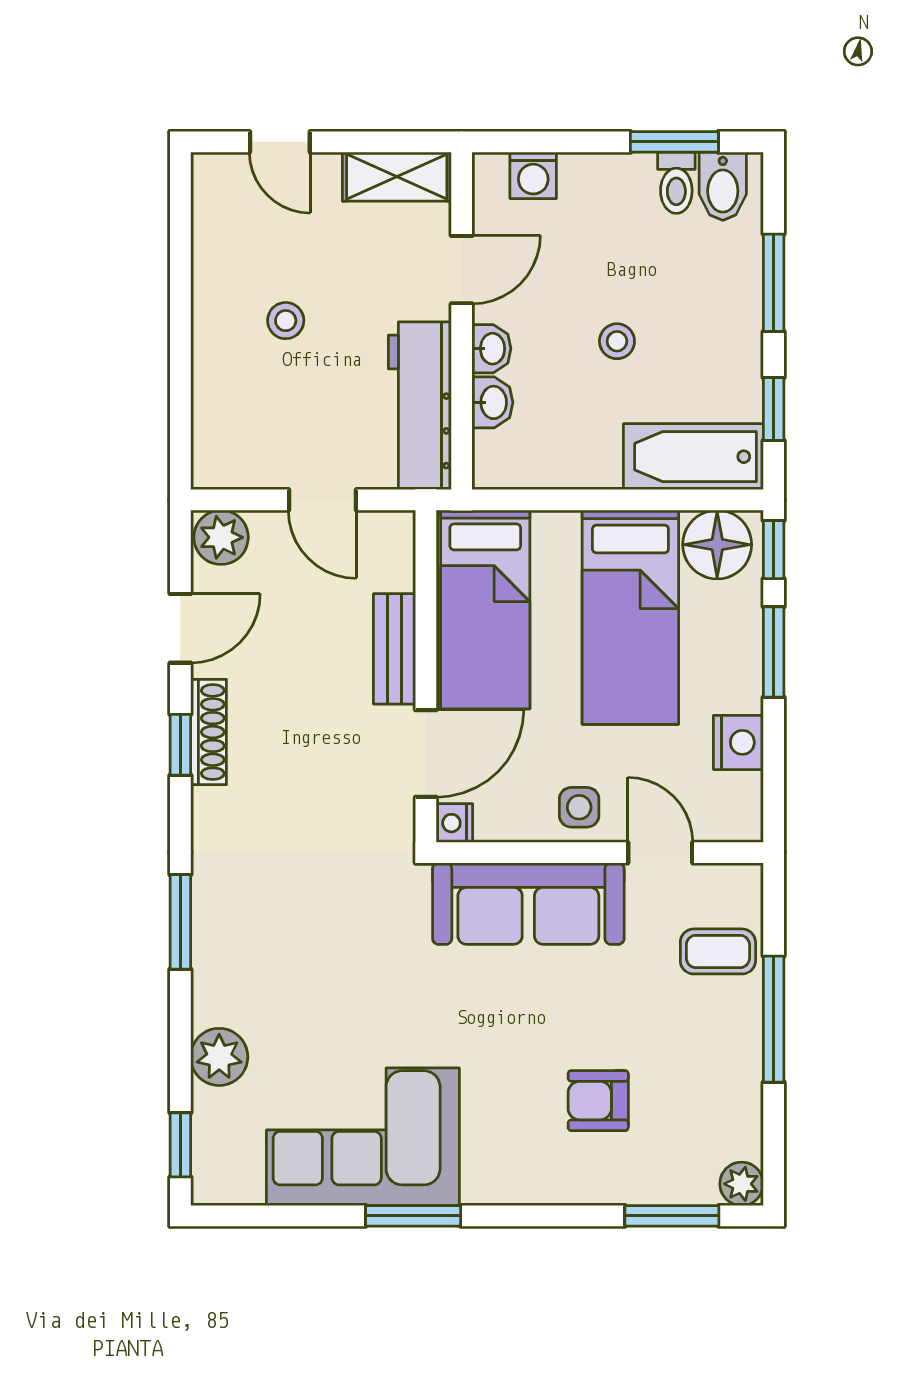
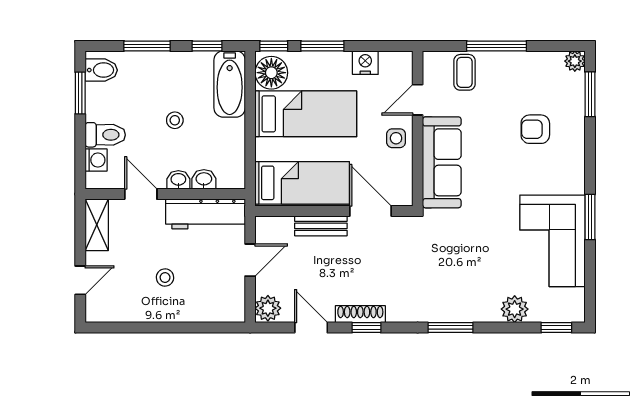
toilet: (676, 183) -> (105, 135), moved, width x1.37, depth x1.39
nightstand: (454, 823) -> (404, 197), removed
armchair: (598, 1101) -> (535, 129), turned 90

